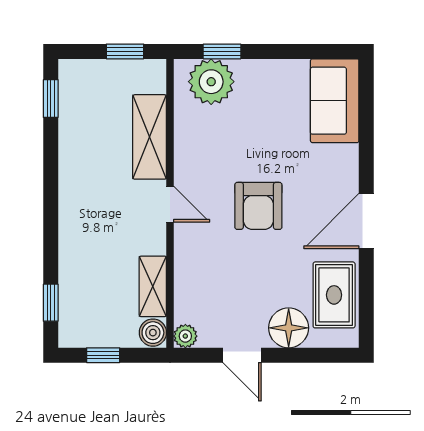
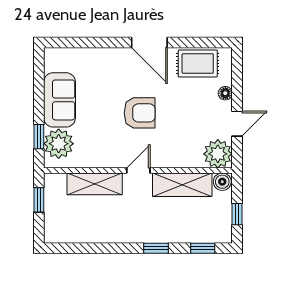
window: (51, 99) -> (156, 248), moved
sofa: (335, 101) -> (60, 100), moved, turned -90
shelving: (153, 286) -> (182, 185), width x1.50, depth x1.33
floor lamp: (289, 328) -> (225, 93), width x0.53, depth x0.53
plant: (185, 336) -> (218, 154), width x1.88, depth x1.88

